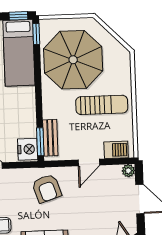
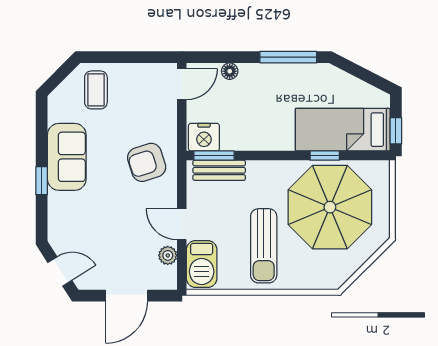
window: (36, 34) -> (325, 156), moved
barbecue: (116, 150) -> (202, 264), width x1.38, depth x1.27
plant: (128, 171) -> (168, 255), moved

